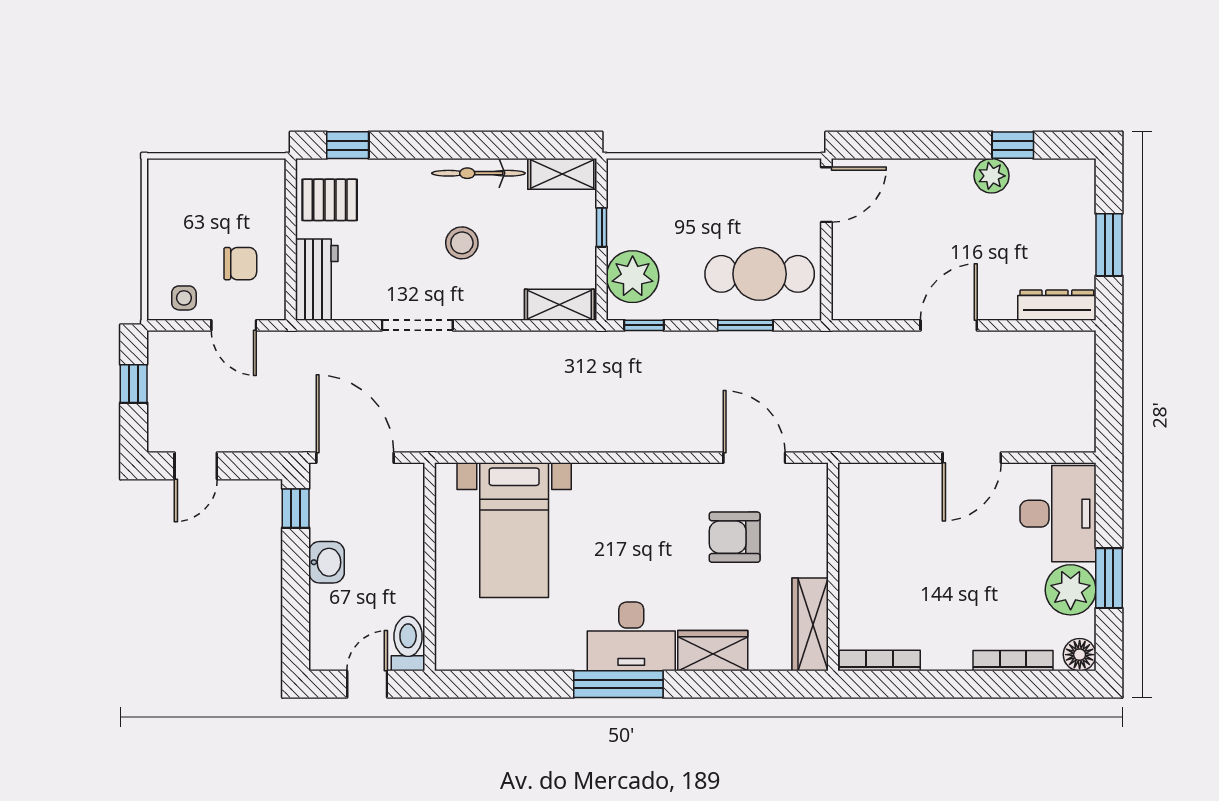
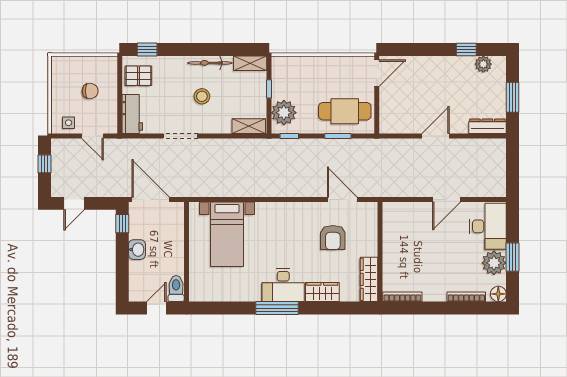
plant: (992, 176) -> (483, 64), moved
chair: (240, 264) -> (90, 91), moved
armchair: (735, 537) -> (333, 238), turned -90

